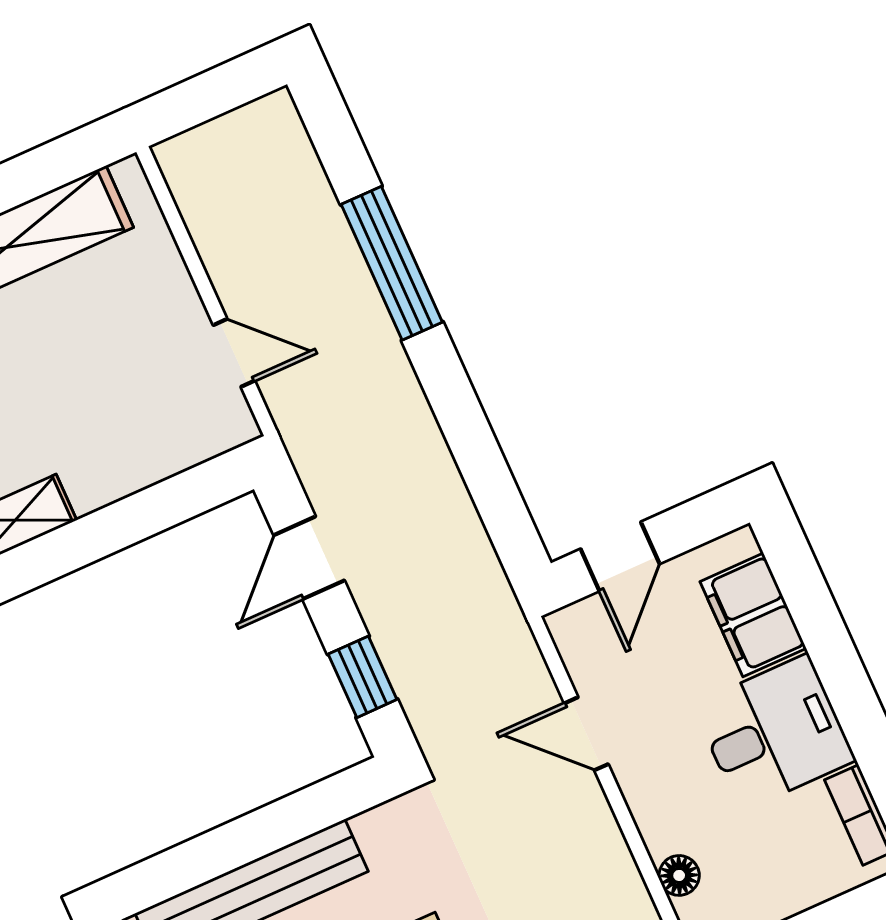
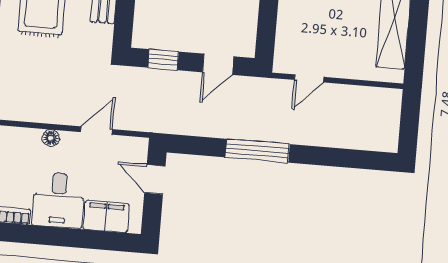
window: (392, 263) -> (257, 151), moved
door: (309, 558) -> (218, 64), swing flipped
floor lamp: (679, 875) -> (51, 138), moved

